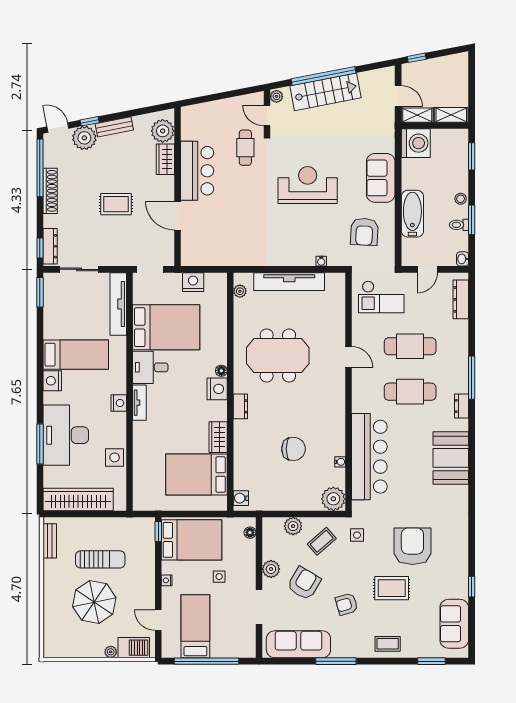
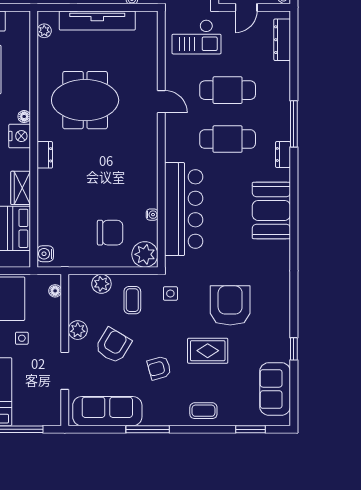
chair: (294, 449) -> (110, 233), moved
coffee table: (322, 541) -> (132, 300), turned -49

